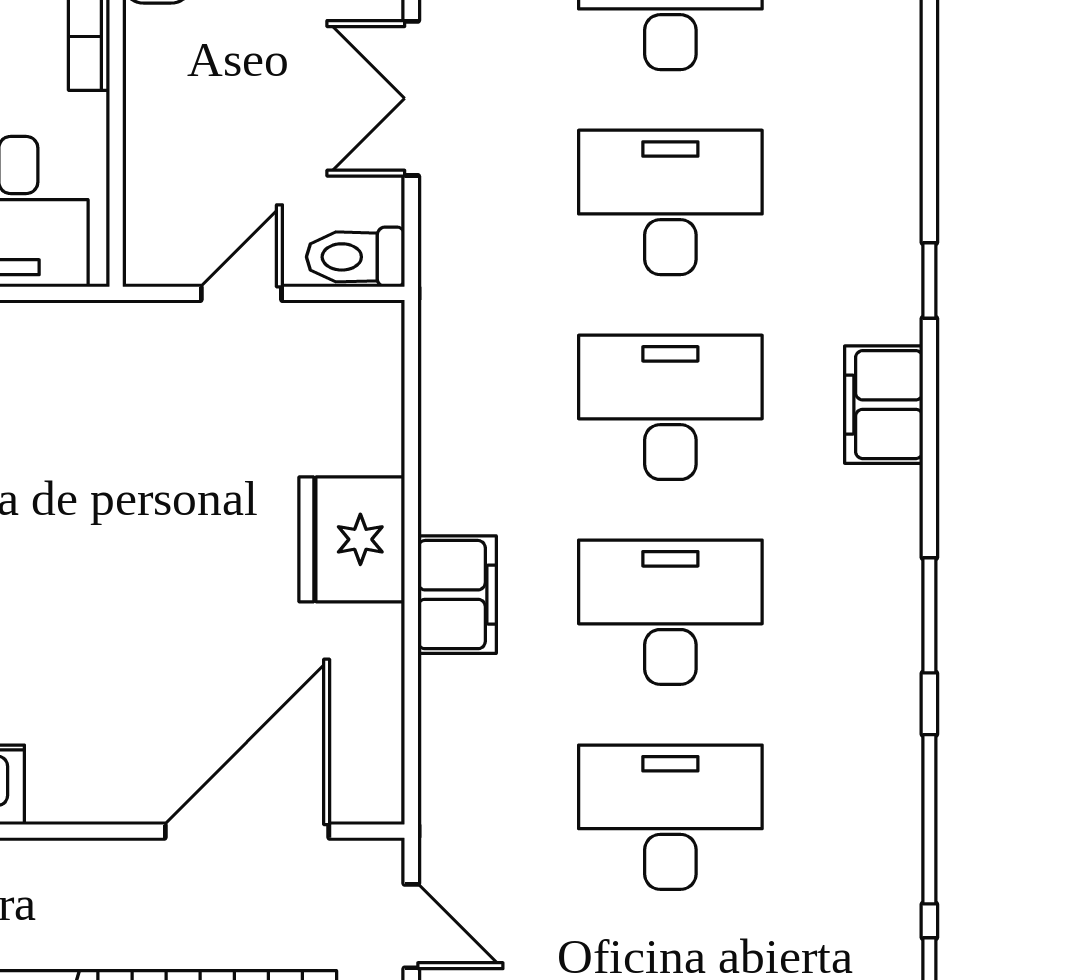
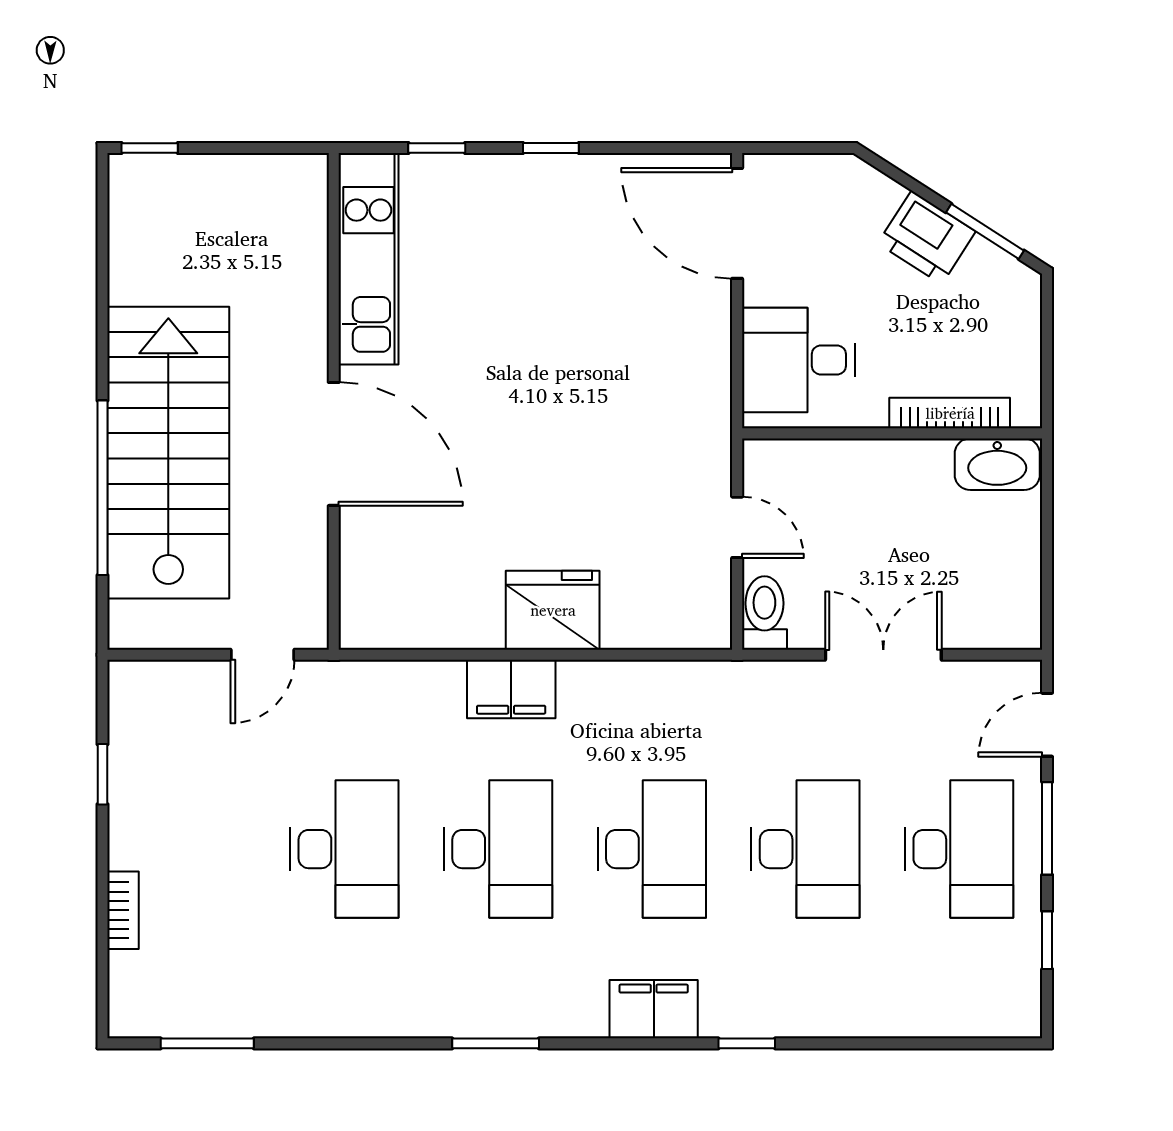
window: (929, 819) -> (343, 1043), removed
door: (247, 831) -> (334, 444), moved

